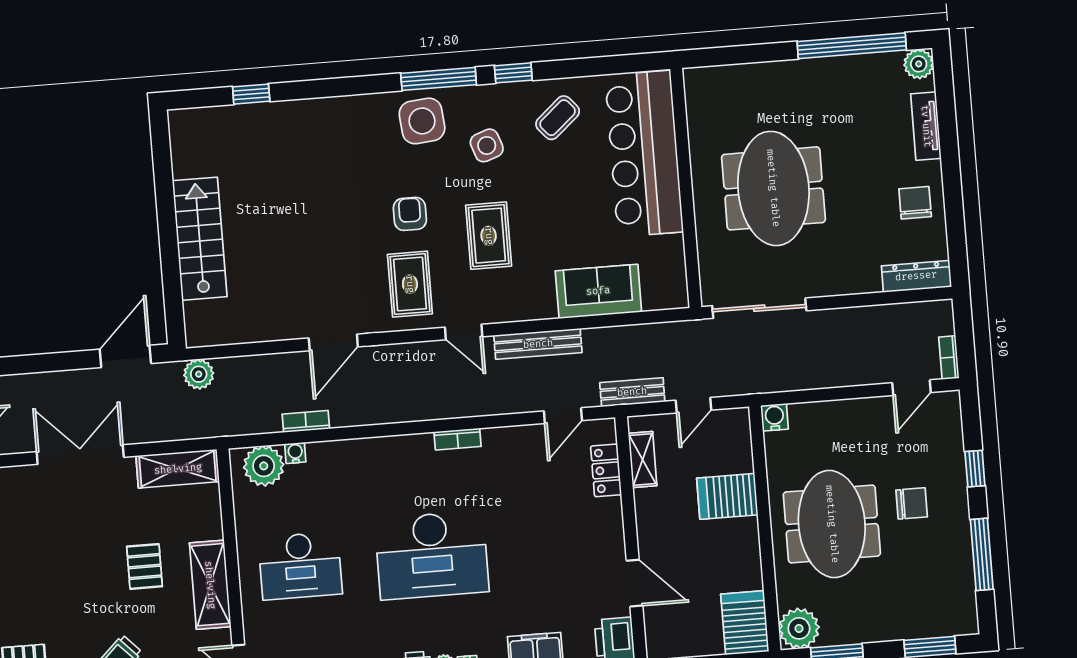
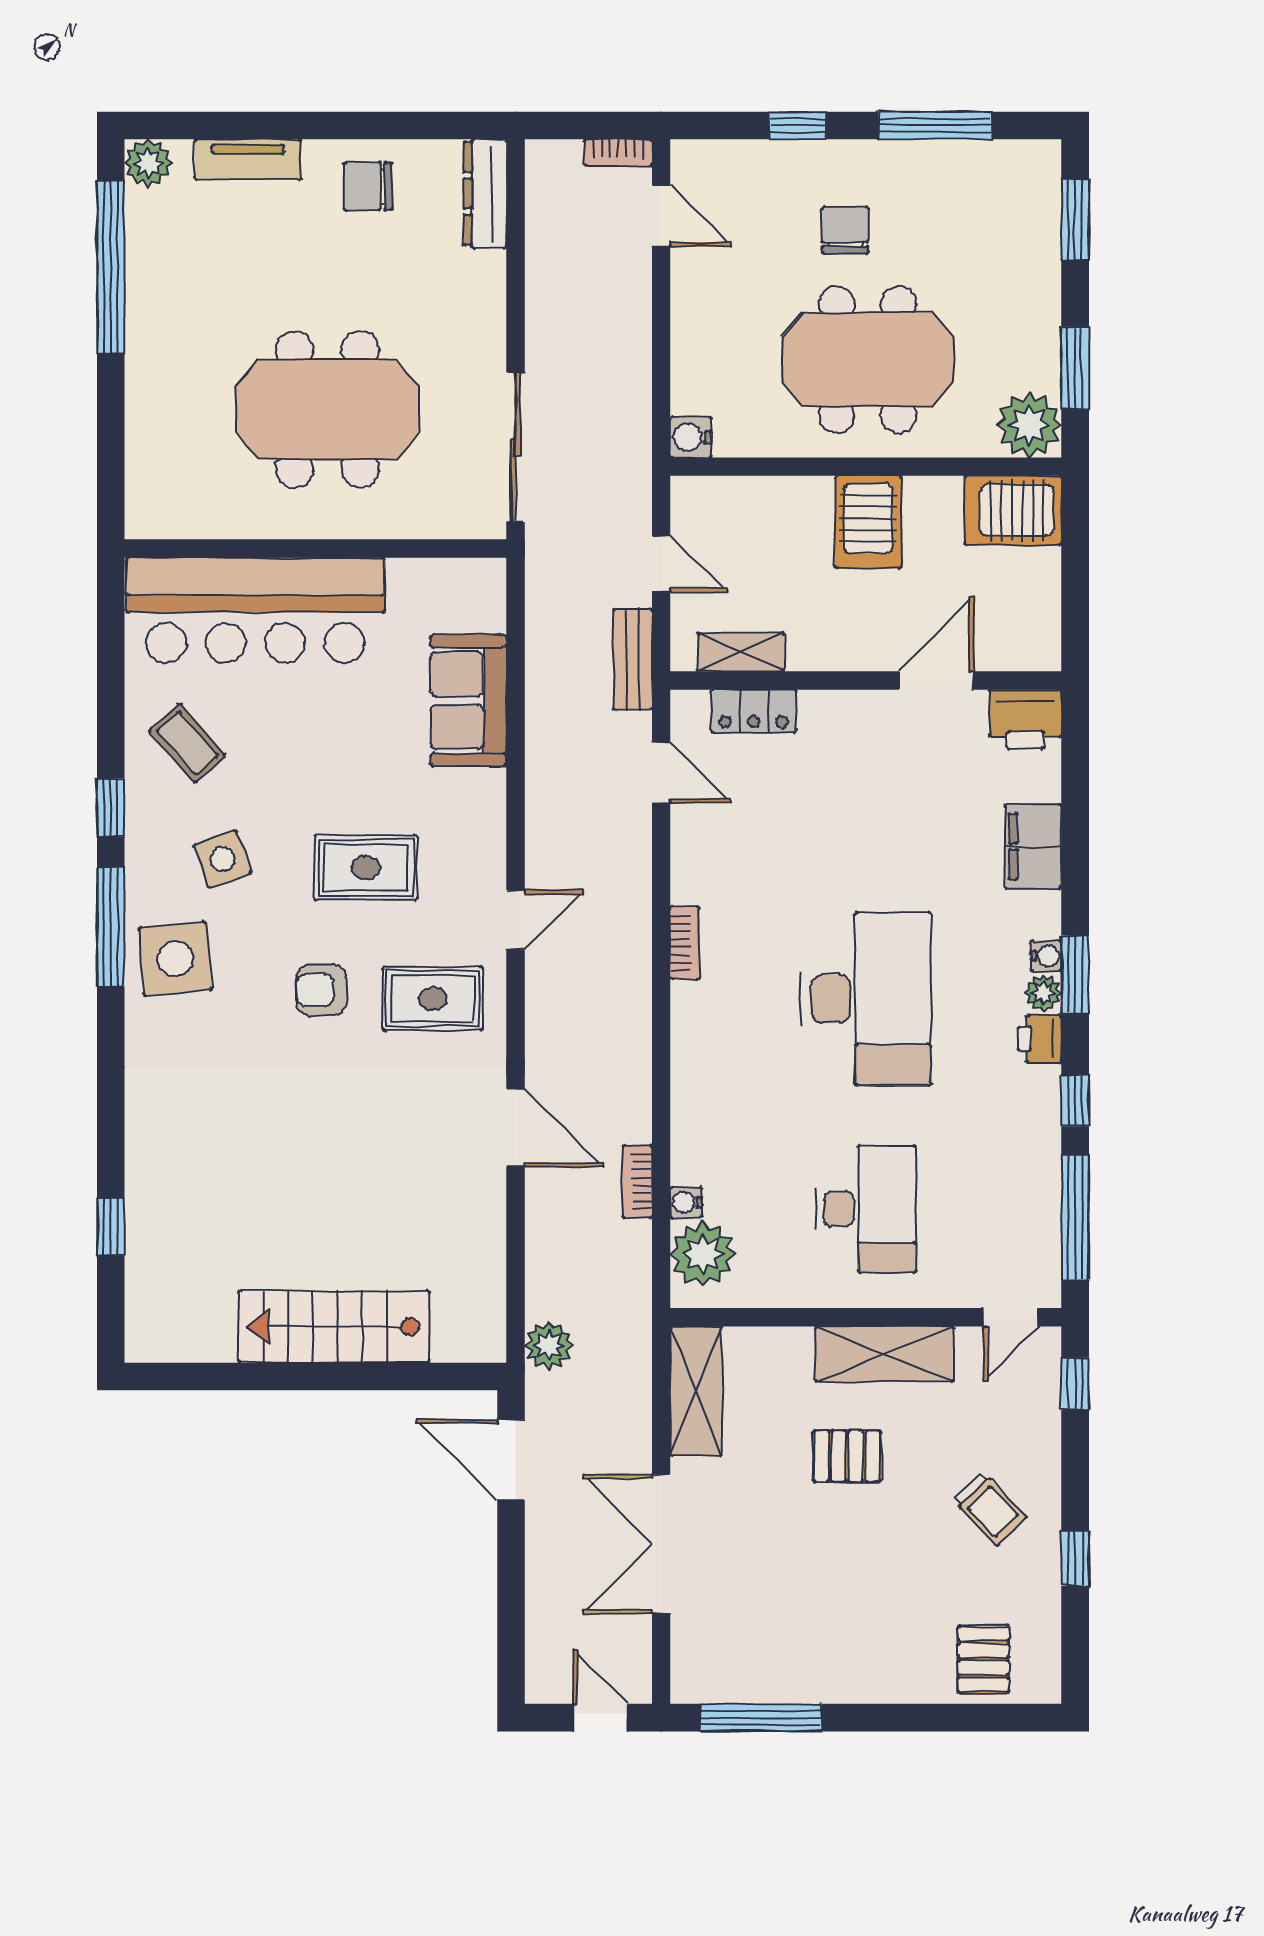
bench: (538, 344) -> (544, 803), removed
server rack: (727, 496) -> (868, 522), moved

